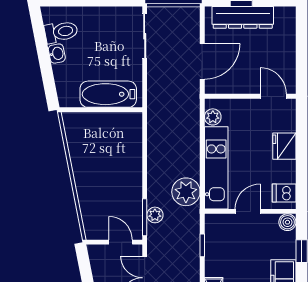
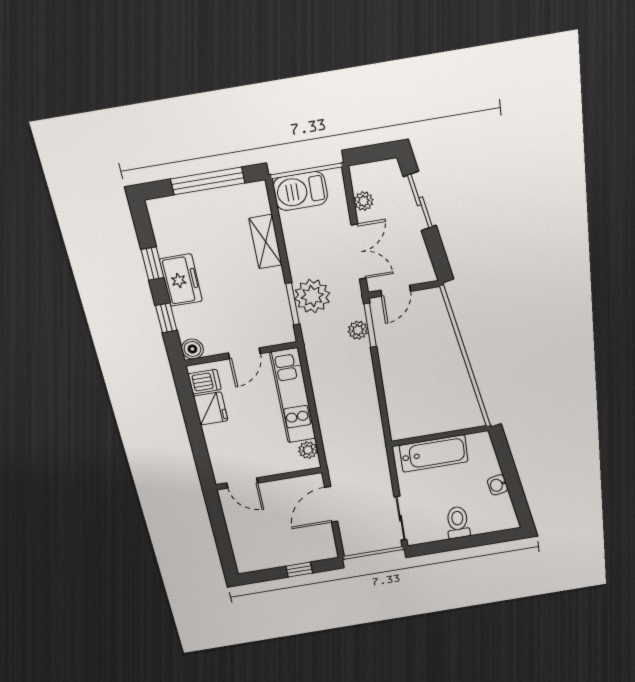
dresser: (243, 17) -> (294, 554), removed
toilet: (61, 32) -> (458, 522), moved, turned 101
fridge: (284, 146) -> (211, 408), moved
plant: (186, 192) -> (312, 296), moved
door: (121, 242) -> (396, 291), hinge flipped
window: (202, 245) -> (293, 304), width x1.50

